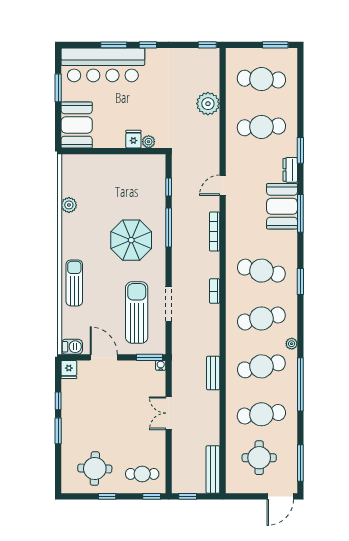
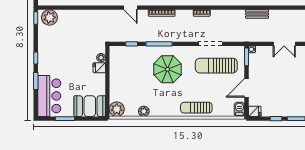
bar counter: (103, 65) -> (49, 96), width x0.73
plant: (208, 104) -> (49, 17), moved
plant: (72, 165) -> (117, 109), added

